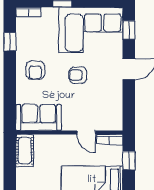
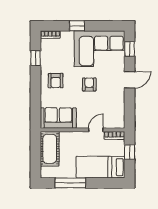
armchair: (78, 75) -> (89, 84), turned 90
door: (86, 132) -> (96, 130), swing flipped
cot: (25, 151) -> (50, 149), width x1.37, depth x1.34

